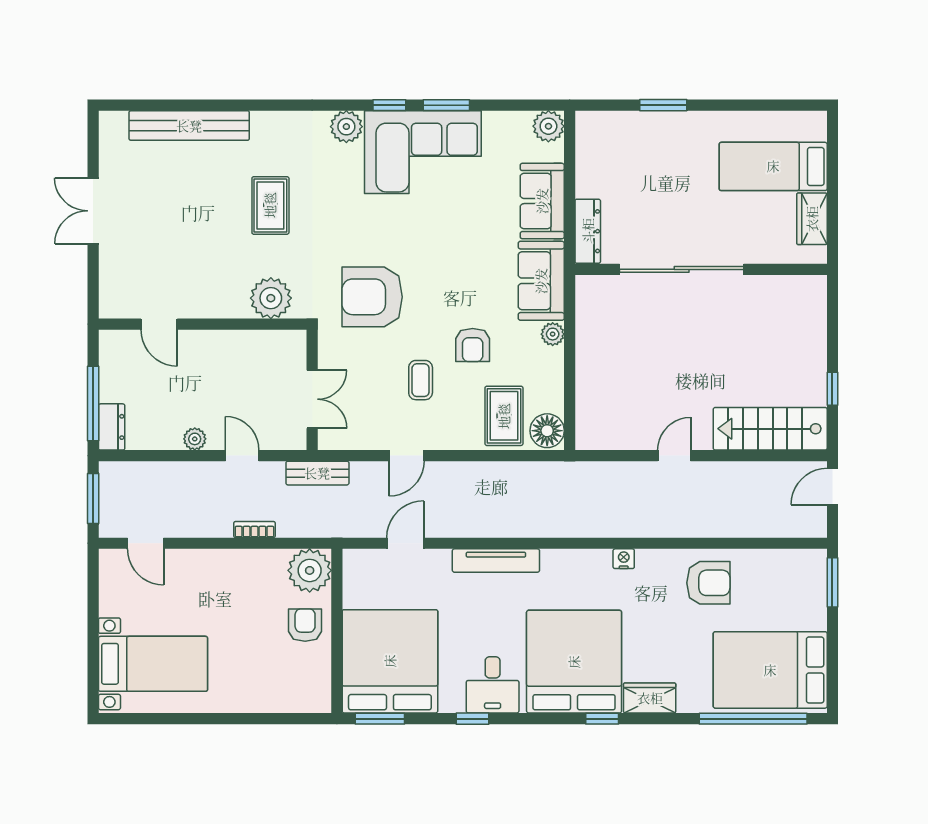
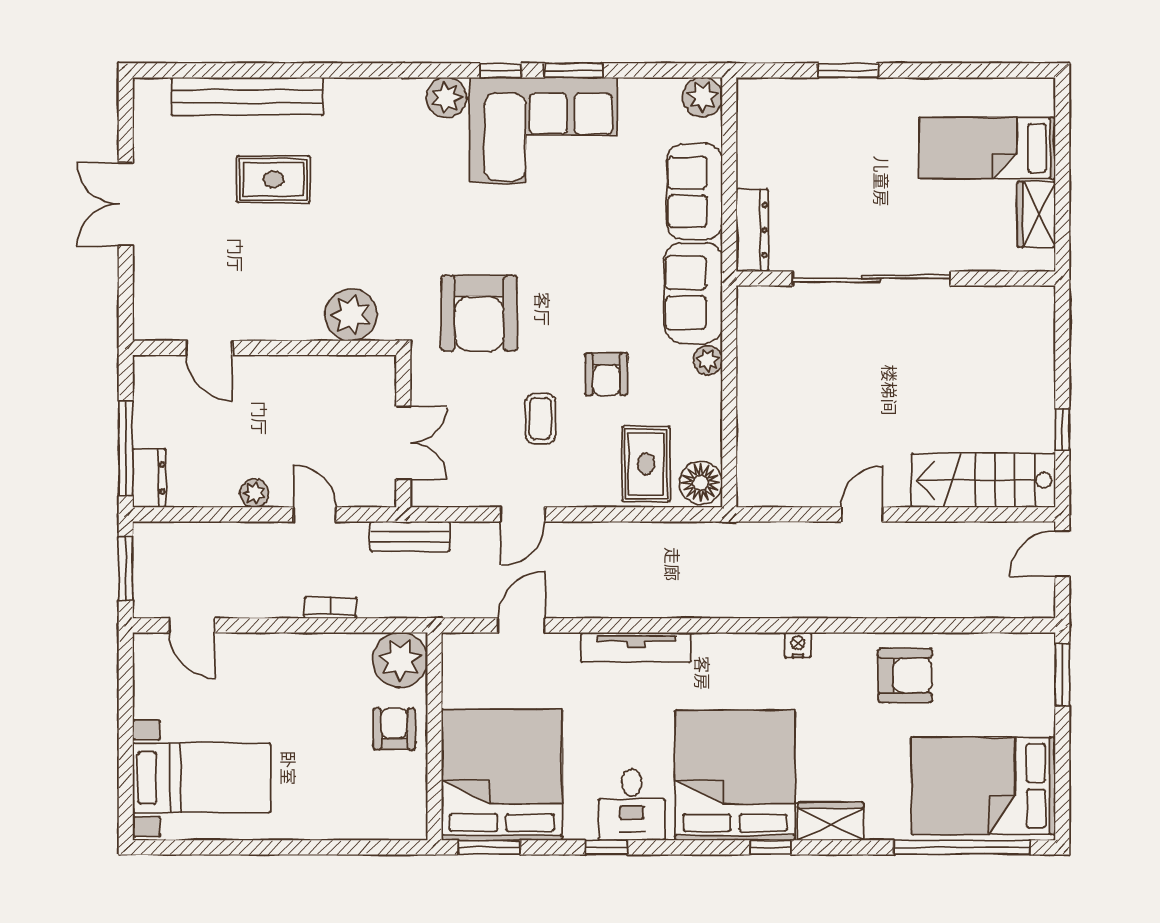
rug: (270, 205) -> (274, 179), moved, turned 90
armchair: (372, 297) -> (479, 313), turned -90

